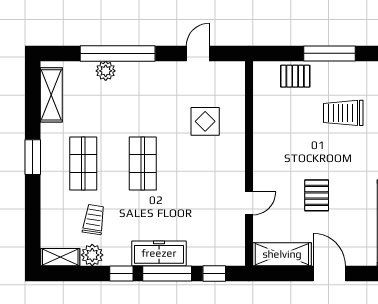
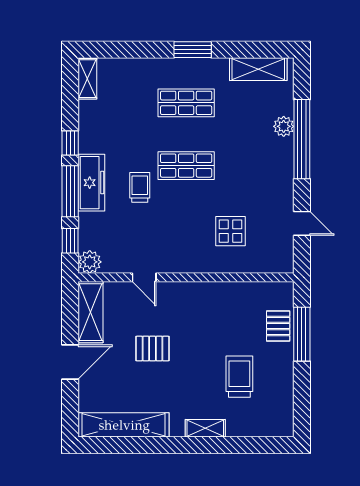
window: (330, 53) -> (302, 334), moved
trolley: (94, 219) -> (140, 187), moved, turned -99
plant: (92, 255) -> (90, 262), moved

